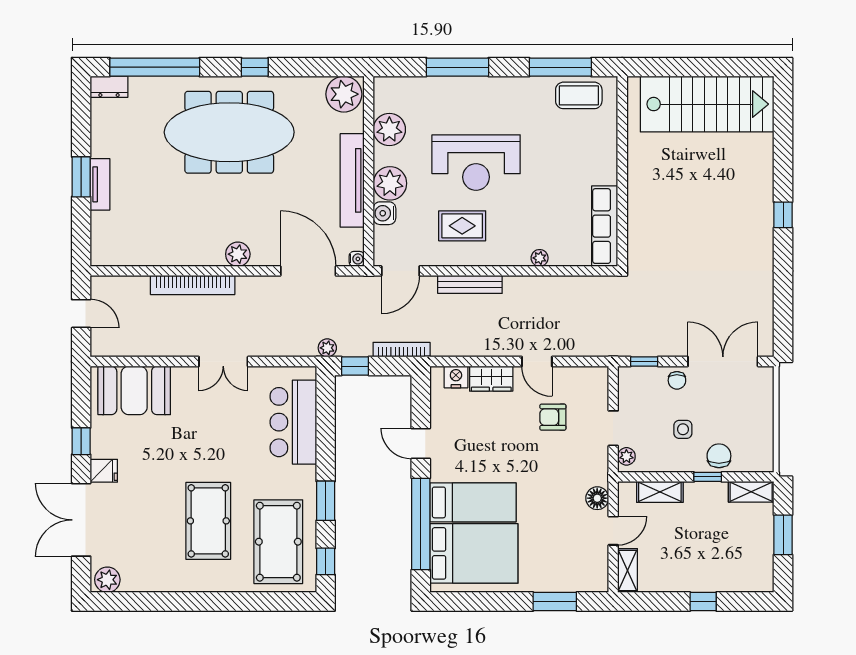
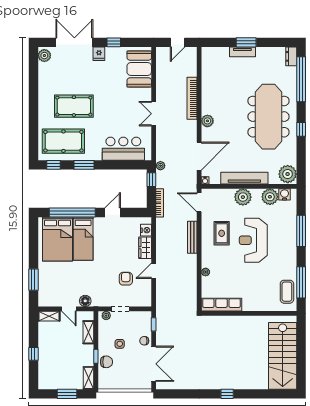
water cooler: (385, 213) -> (285, 194), moved

